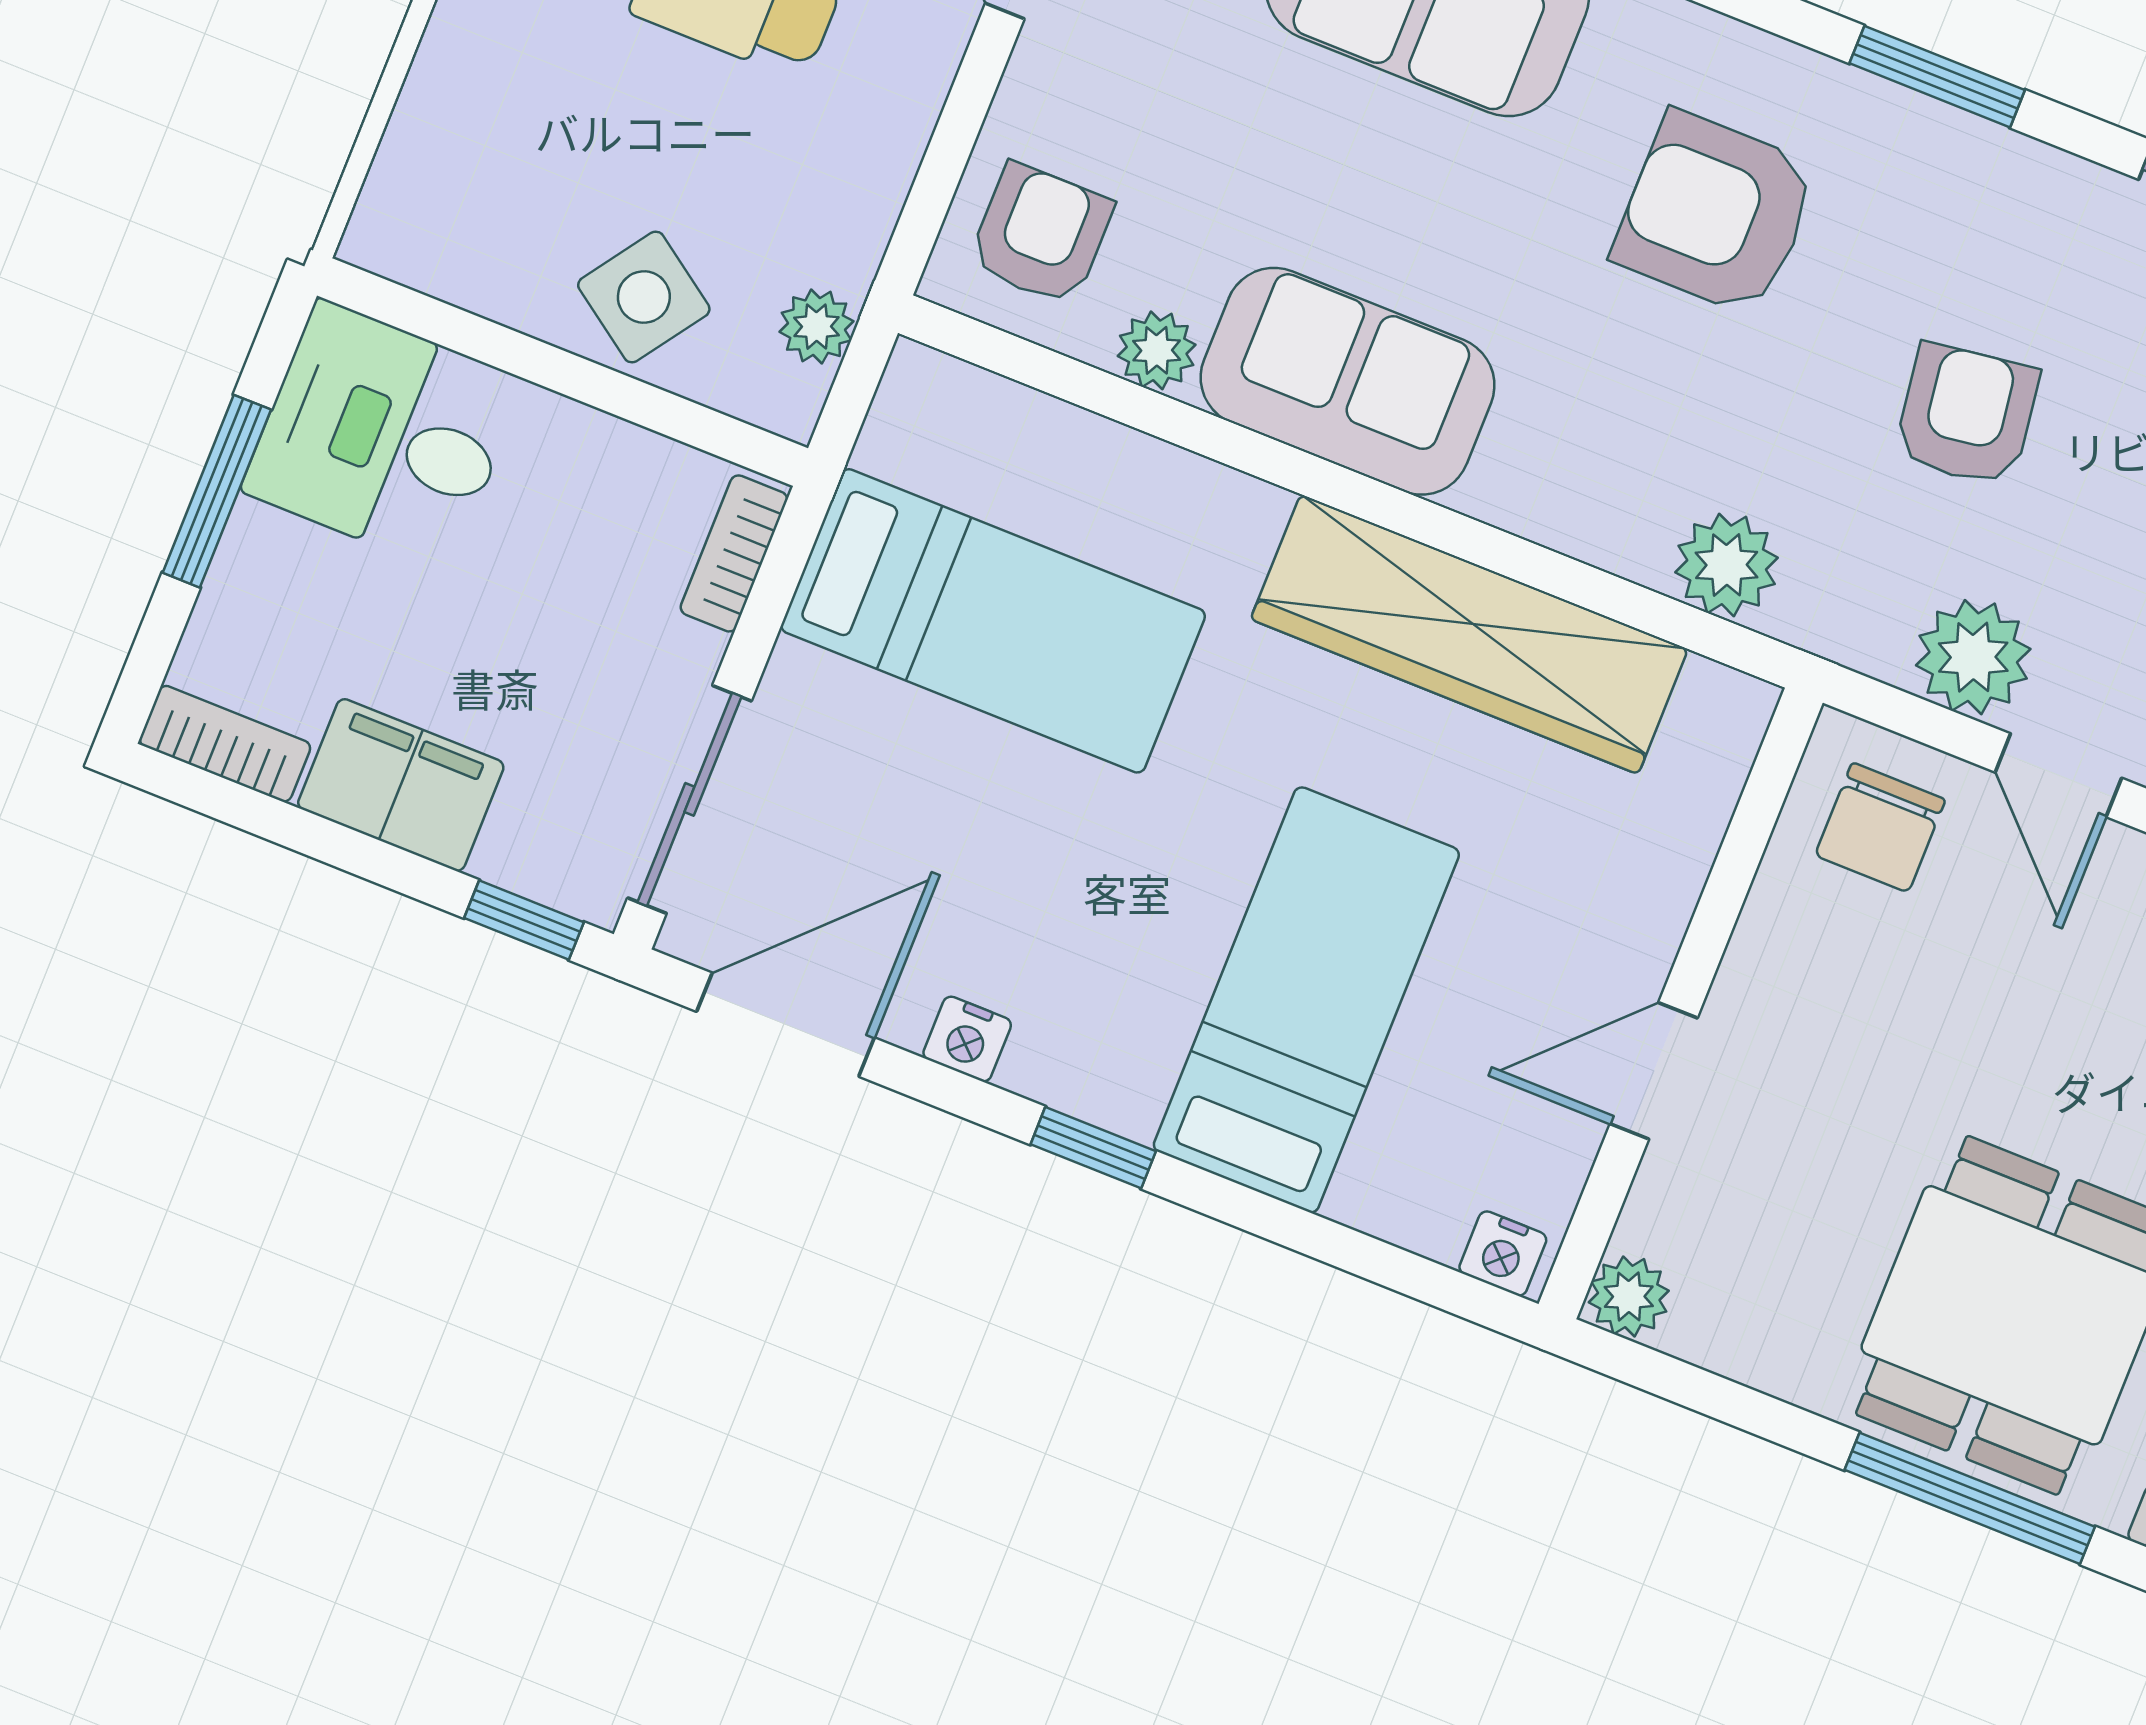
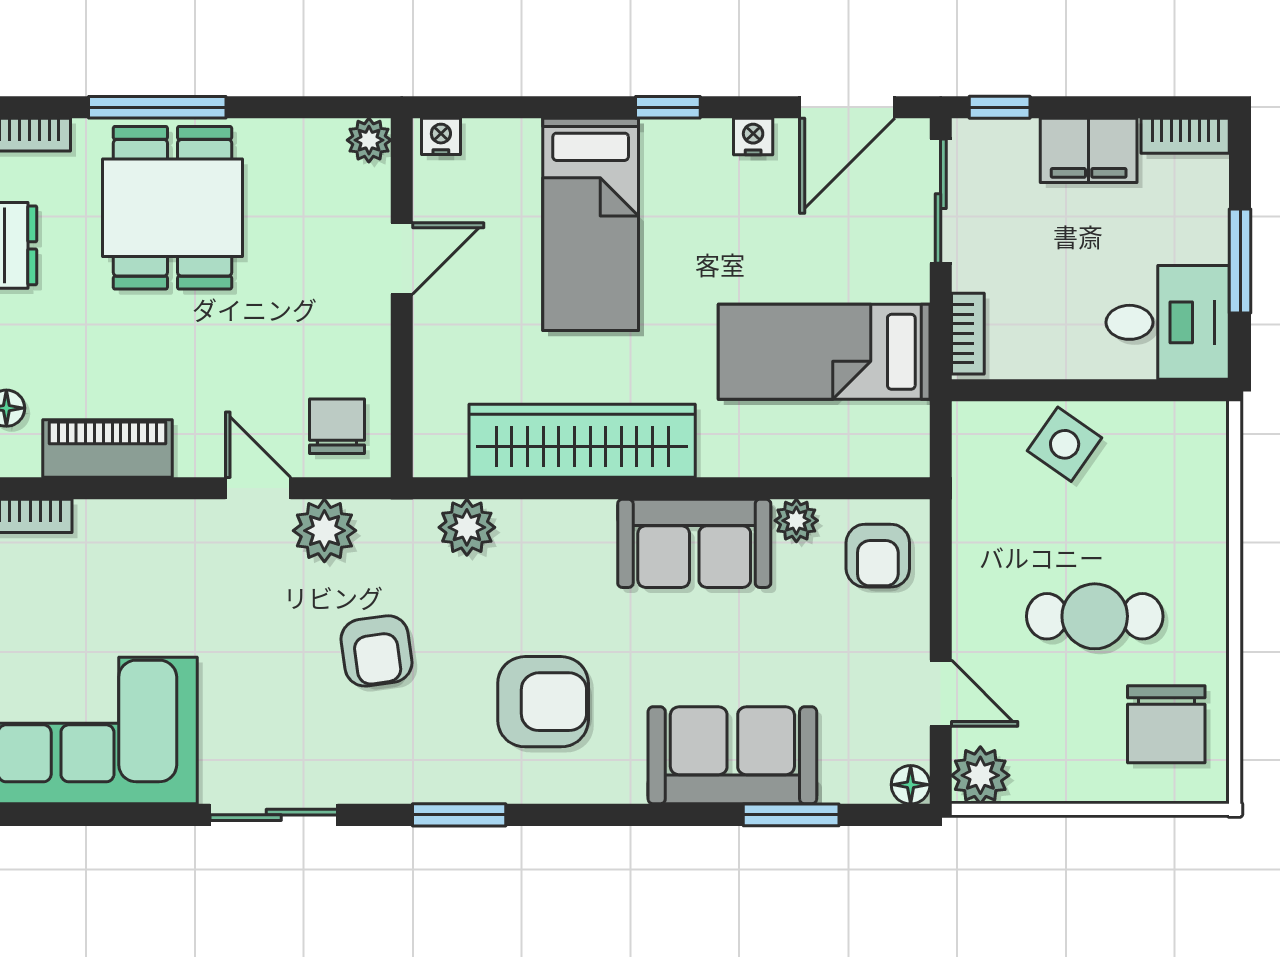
plant: (817, 327) -> (972, 464), removed

